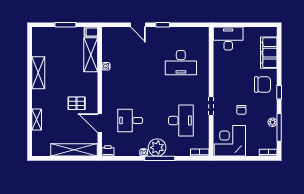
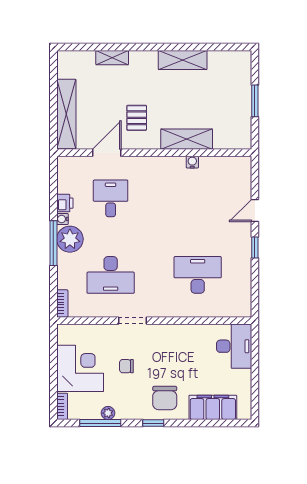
filing cabinet: (91, 32) -> (244, 139), removed
shelving: (91, 55) -> (187, 139), moved
desk: (181, 63) -> (198, 275), turned 90
corner desk: (230, 141) -> (80, 368), moved
printer: (108, 151) -> (65, 203), moved

